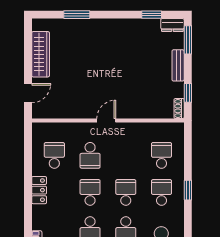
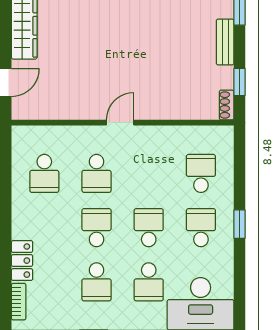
school desk: (54, 155) -> (44, 173), turned 180
locker: (39, 190) -> (22, 261), moved

